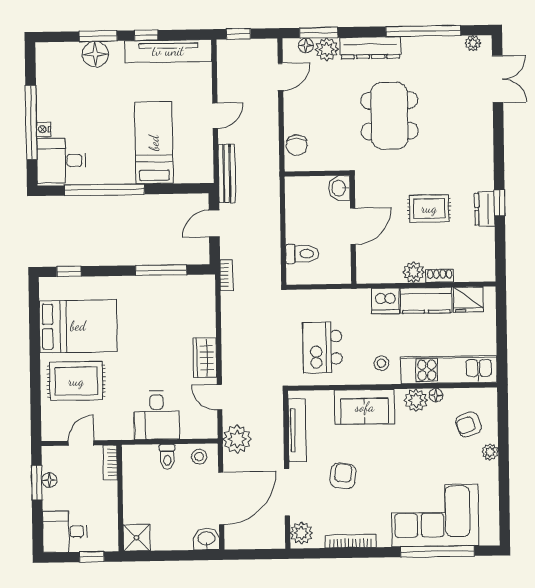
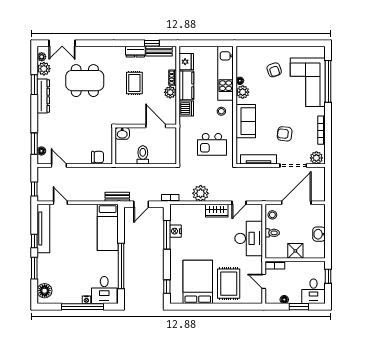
window: (423, 31) -> (34, 85), width x0.47
dresser: (370, 48) -> (43, 96), moved
plant: (327, 49) -> (44, 69), moved
floor lamp: (95, 54) -> (45, 291), moved
double door: (498, 79) -> (62, 43), swing flipped
door: (215, 116) -> (60, 203), moved
dining table: (389, 116) -> (85, 81), moved
bed: (154, 143) -> (108, 227), moved, turned -90
bench: (227, 173) -> (117, 197), width x0.73
window: (500, 203) -> (152, 43), moved
door: (214, 224) -> (141, 204), hinge flipped
door: (353, 226) -> (156, 126), moved
bench: (486, 251) -> (159, 51), added
toilet: (302, 254) -> (143, 155), moved
nightstand: (168, 285) -> (175, 231), added
desk: (157, 415) -> (249, 238), width x1.37
armchair: (469, 424) -> (274, 70), moved
plant: (237, 439) -> (201, 193), moved
plant: (490, 452) -> (272, 51), removed
window: (37, 483) -> (299, 307), moved
door: (221, 498) -> (296, 203), hinge flipped
shower: (137, 538) -> (295, 251), moved
washbasin: (206, 539) -> (319, 234), moved

